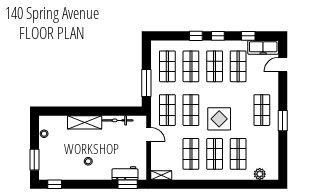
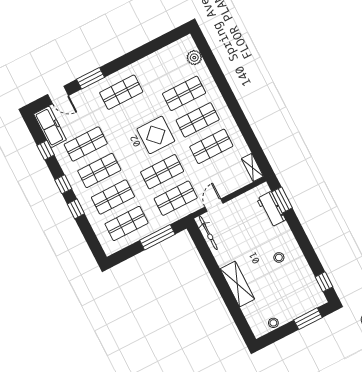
bicycle: (118, 120) -> (208, 233), moved
window: (283, 121) -> (90, 78), moved

